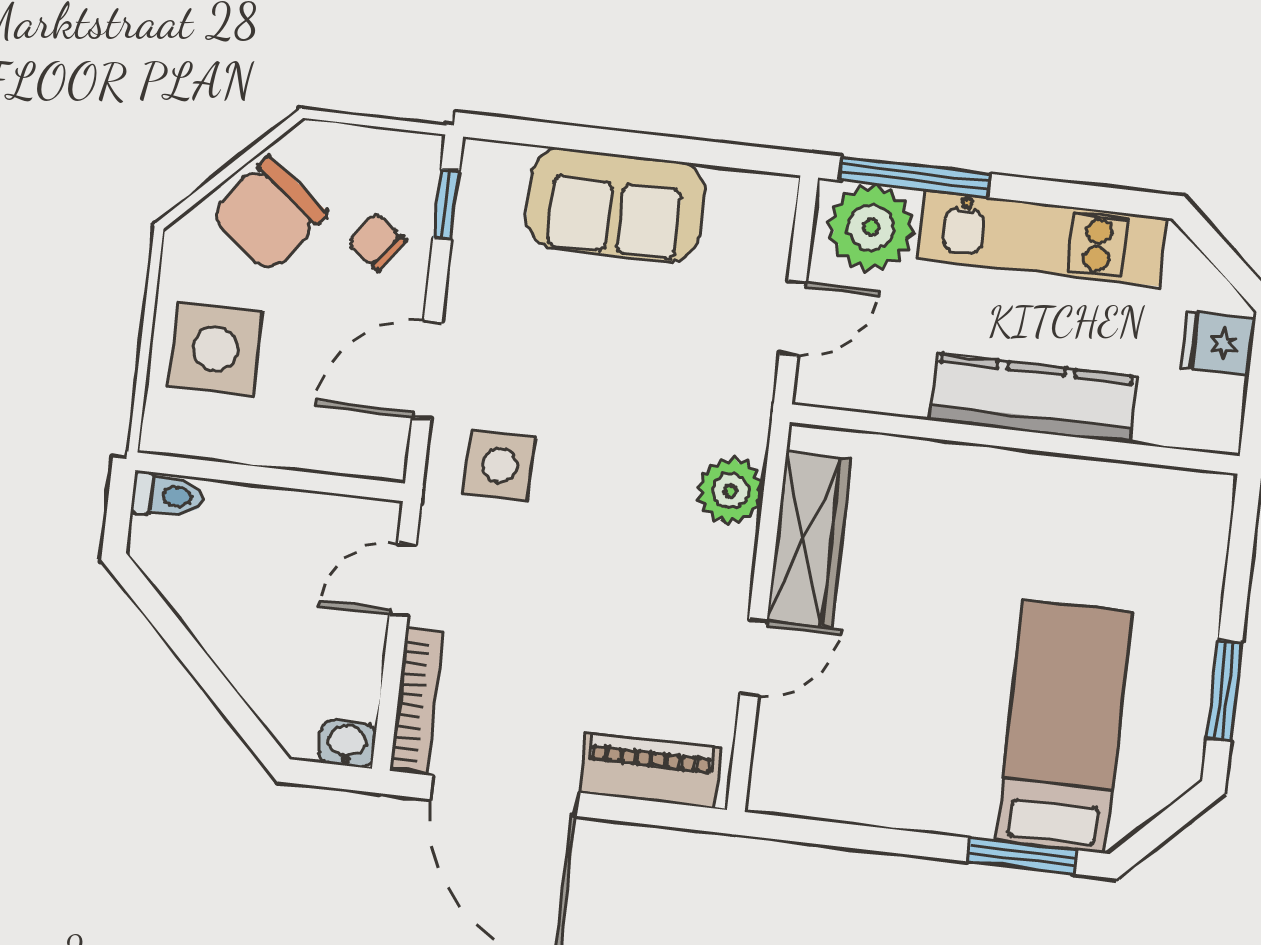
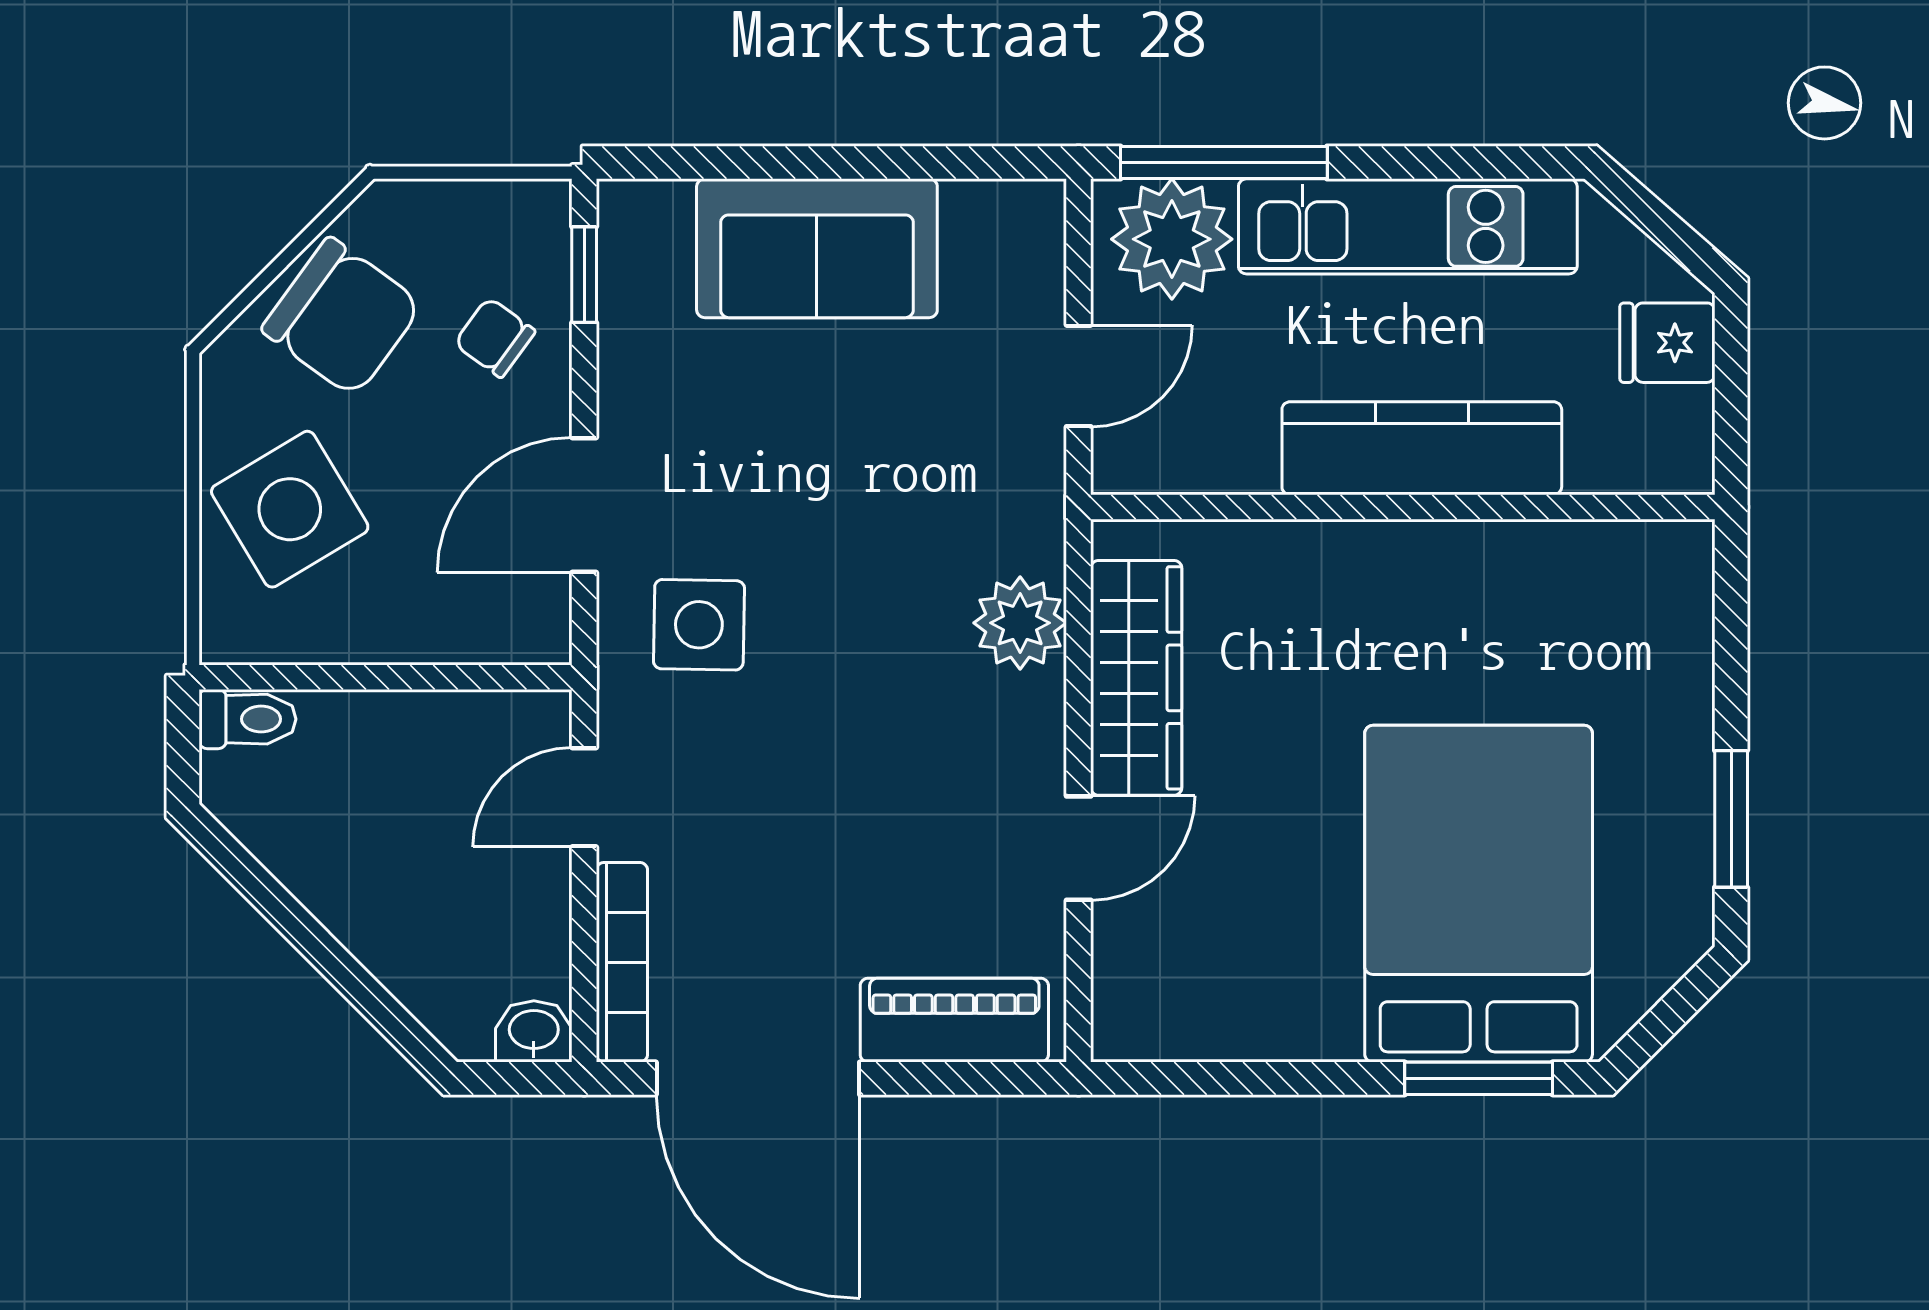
chair: (269, 215) -> (342, 317), turned -92
side table: (215, 348) -> (290, 509), turned -31
bed: (1064, 726) -> (1479, 894), width x1.50

